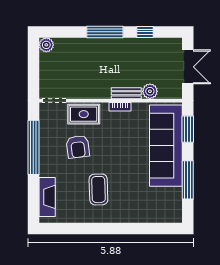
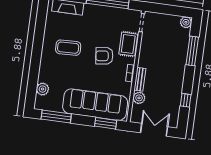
window: (105, 32) -> (192, 51), moved
double door: (188, 67) -> (154, 130), swing flipped
armchair: (78, 147) -> (104, 56), moved
window: (188, 180) -> (56, 117), moved
plant: (155, 215) -> (42, 89), added

